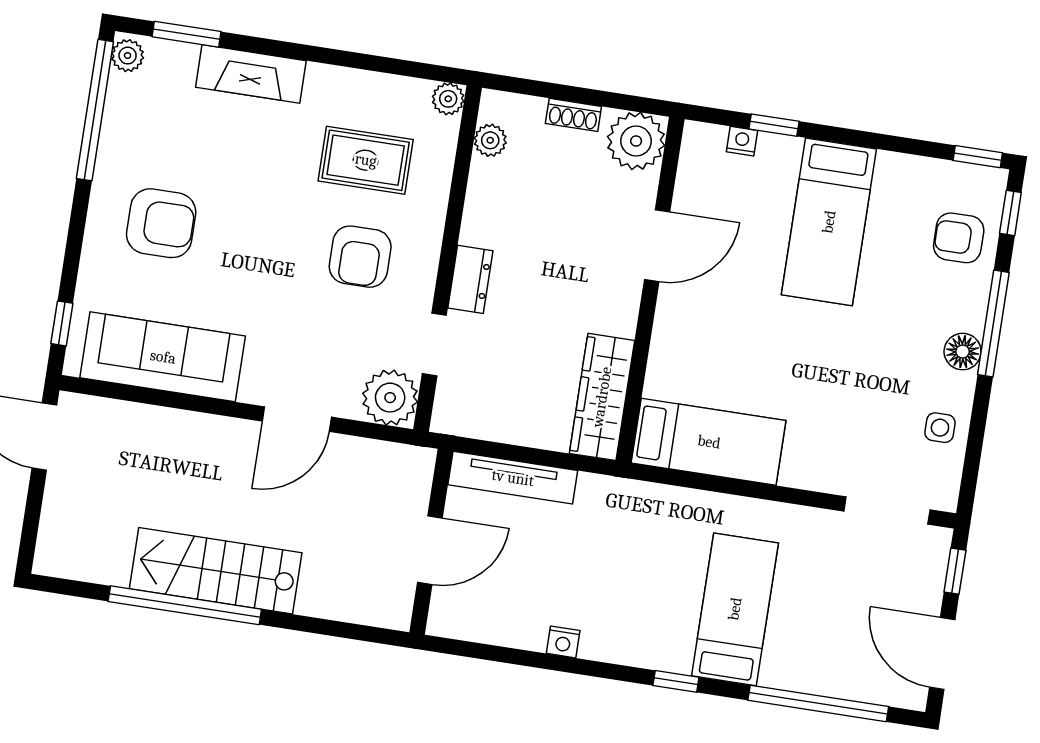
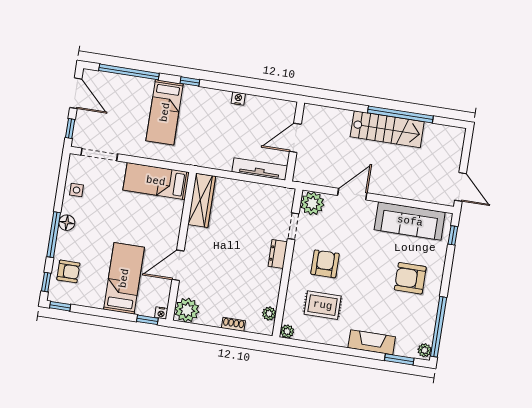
plant: (636, 141) -> (187, 310), moved
door: (657, 246) -> (178, 265), moved
wall: (650, 290) -> (181, 246), moved
wardrobe: (602, 397) -> (202, 200), moved
bed: (709, 442) -> (156, 181), moved

